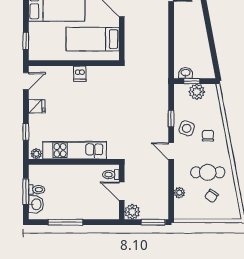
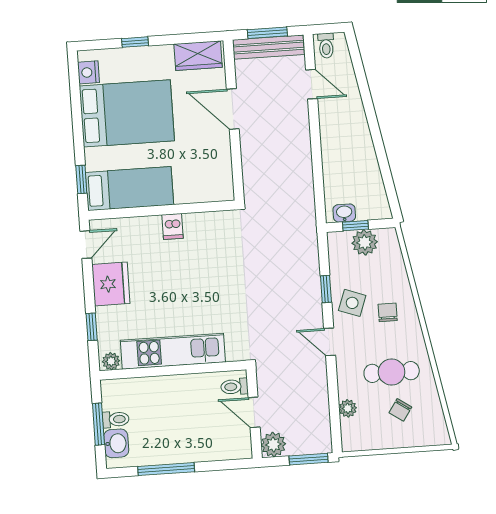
bed: (93, 39) -> (129, 189), moved, turned 180
fridge: (37, 106) -> (111, 284), width x1.88, depth x1.34

